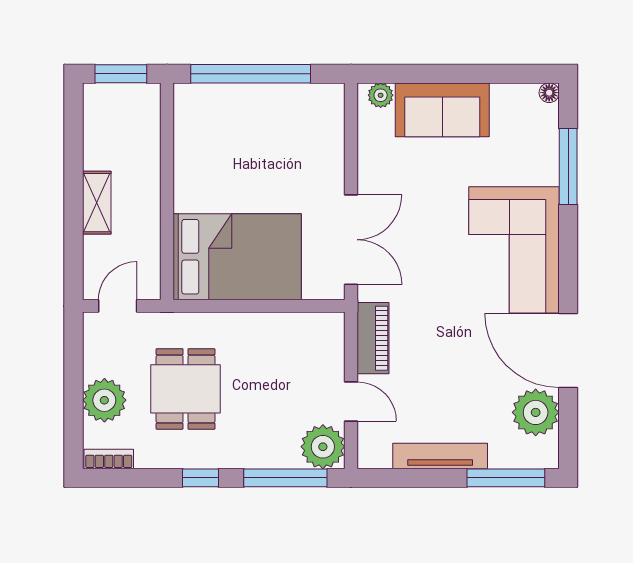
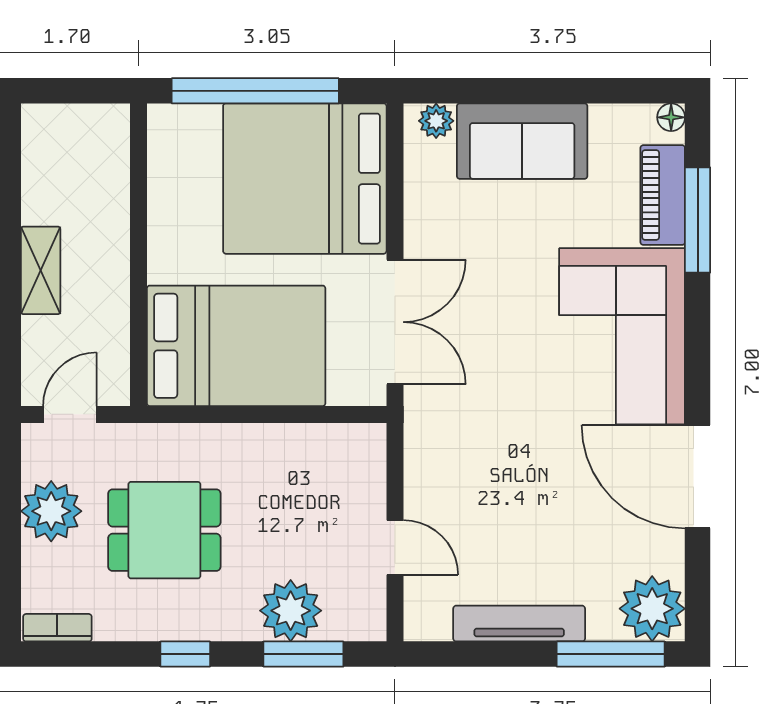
window: (121, 74) -> (74, 91), removed
bed: (286, 137) -> (305, 179), added
piano: (373, 338) -> (663, 195), moved, turned 180
dining table: (186, 389) -> (164, 530), turned 90
plant: (104, 400) -> (51, 511), moved
plant: (536, 412) -> (652, 609), moved
plant: (323, 447) -> (291, 611), moved
window: (285, 478) -> (303, 654), width x0.69

